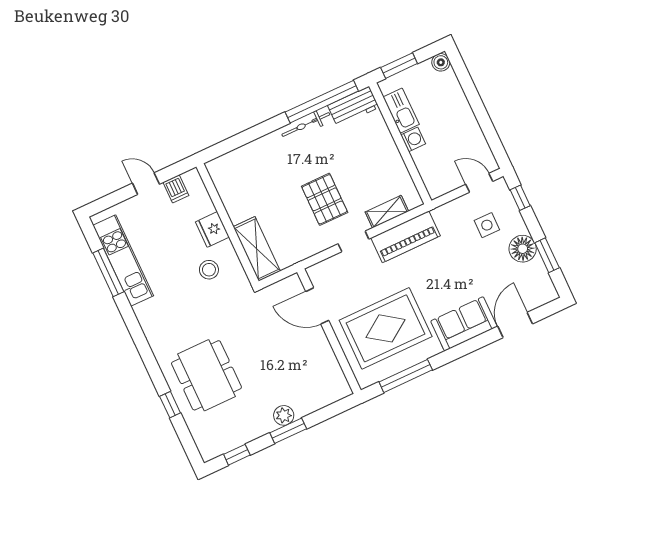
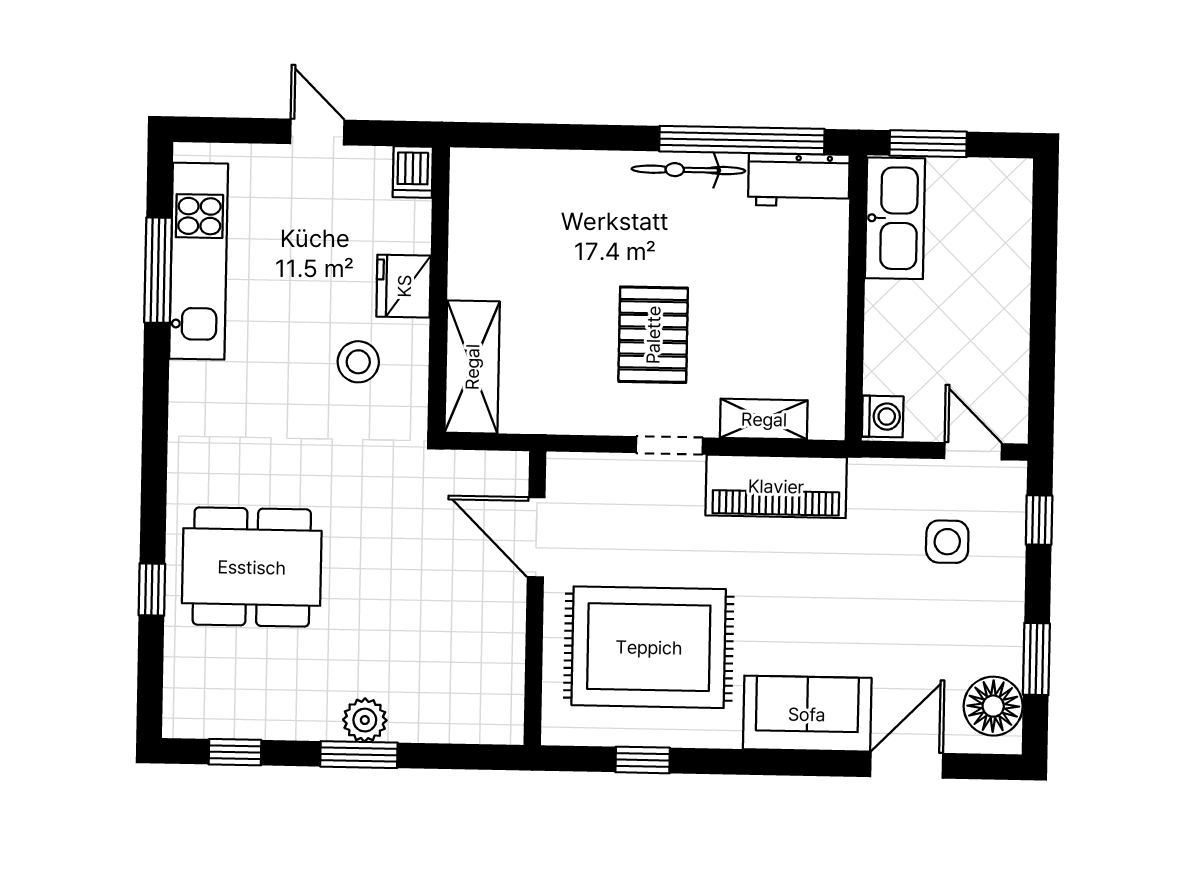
boiler: (441, 62) -> (1013, 178), removed
kitchen sink: (401, 111) -> (895, 218), width x1.36, depth x1.24
washing machine: (413, 139) -> (883, 416), moved
dishwasher: (176, 189) -> (413, 172), moved
floor lamp: (523, 249) -> (993, 706), moved
dining table: (206, 375) -> (252, 567), turned 90
window: (406, 376) -> (643, 760), width x0.46

